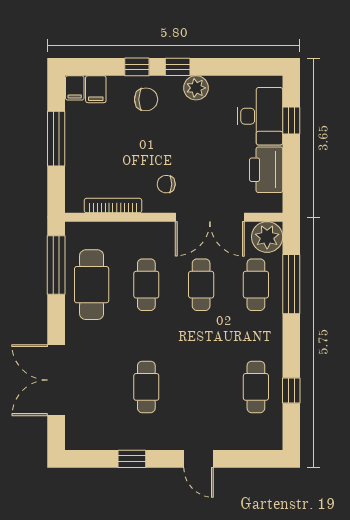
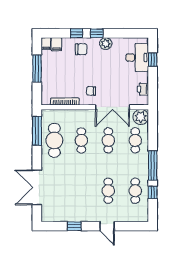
printer: (266, 170) -> (143, 89), width x0.53, depth x0.68
window: (291, 284) -> (153, 166), moved
cafe table: (146, 387) -> (108, 191), moved

